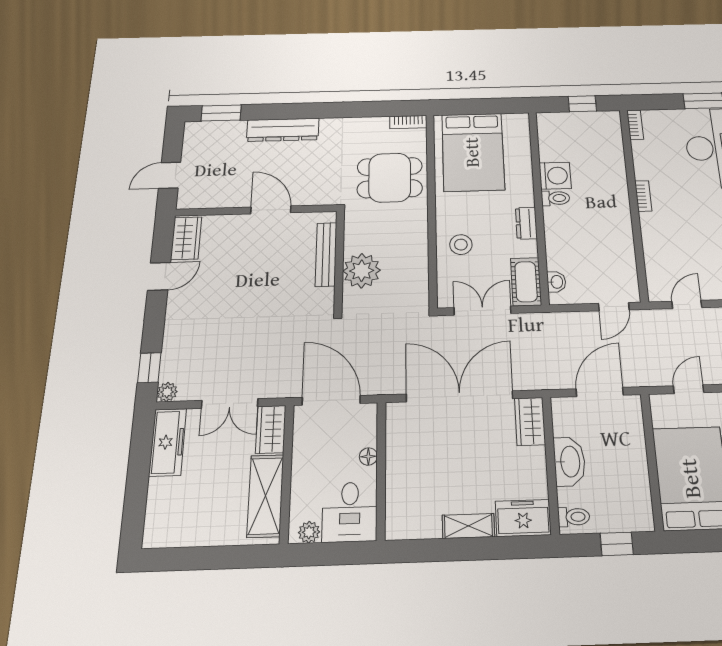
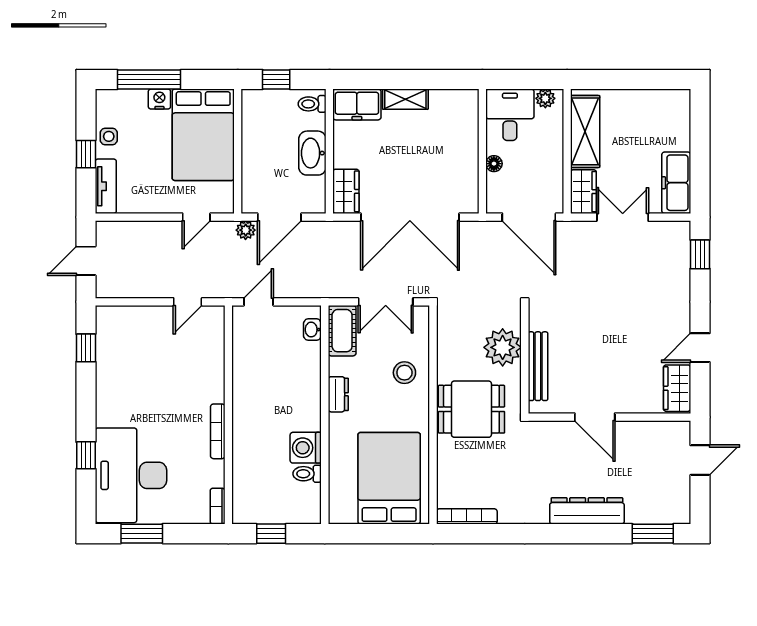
bookcase: (408, 122) -> (467, 516), width x1.56
dining table: (390, 178) -> (471, 409), moved
bookcase: (643, 196) -> (218, 431), width x1.56
toilet: (555, 198) -> (307, 474), moved
plant: (167, 392) -> (246, 230), moved

